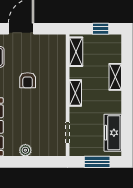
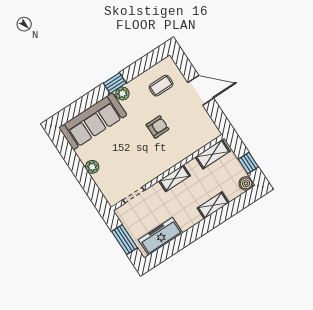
boiler: (115, 41) -> (246, 183), added
armchair: (28, 80) -> (158, 127), turned 180

